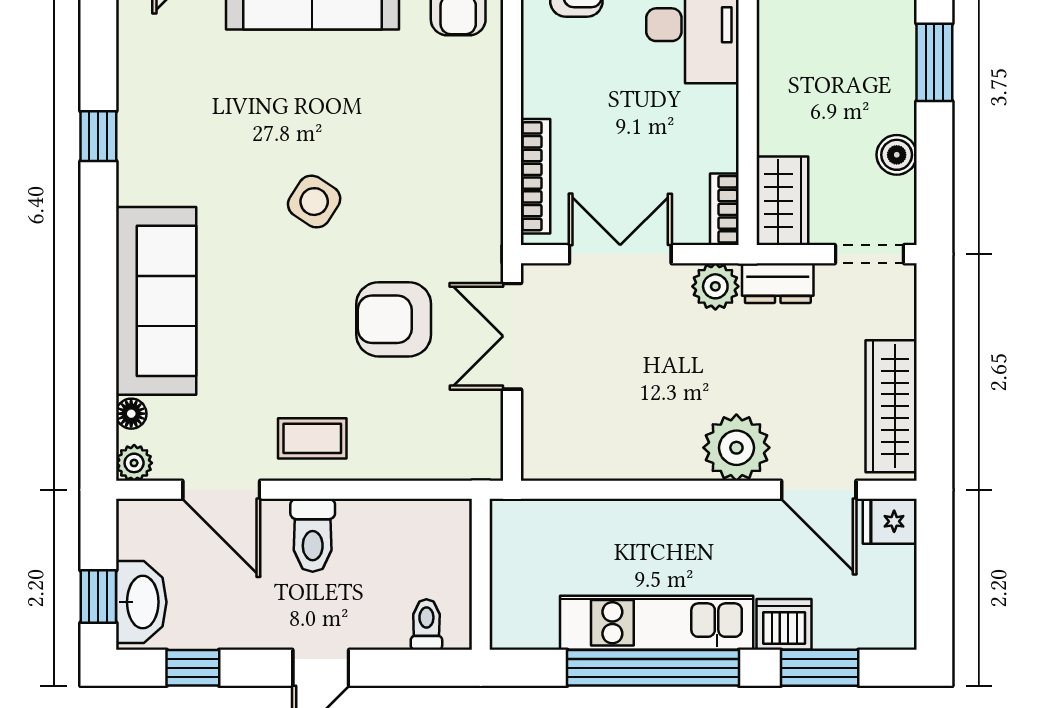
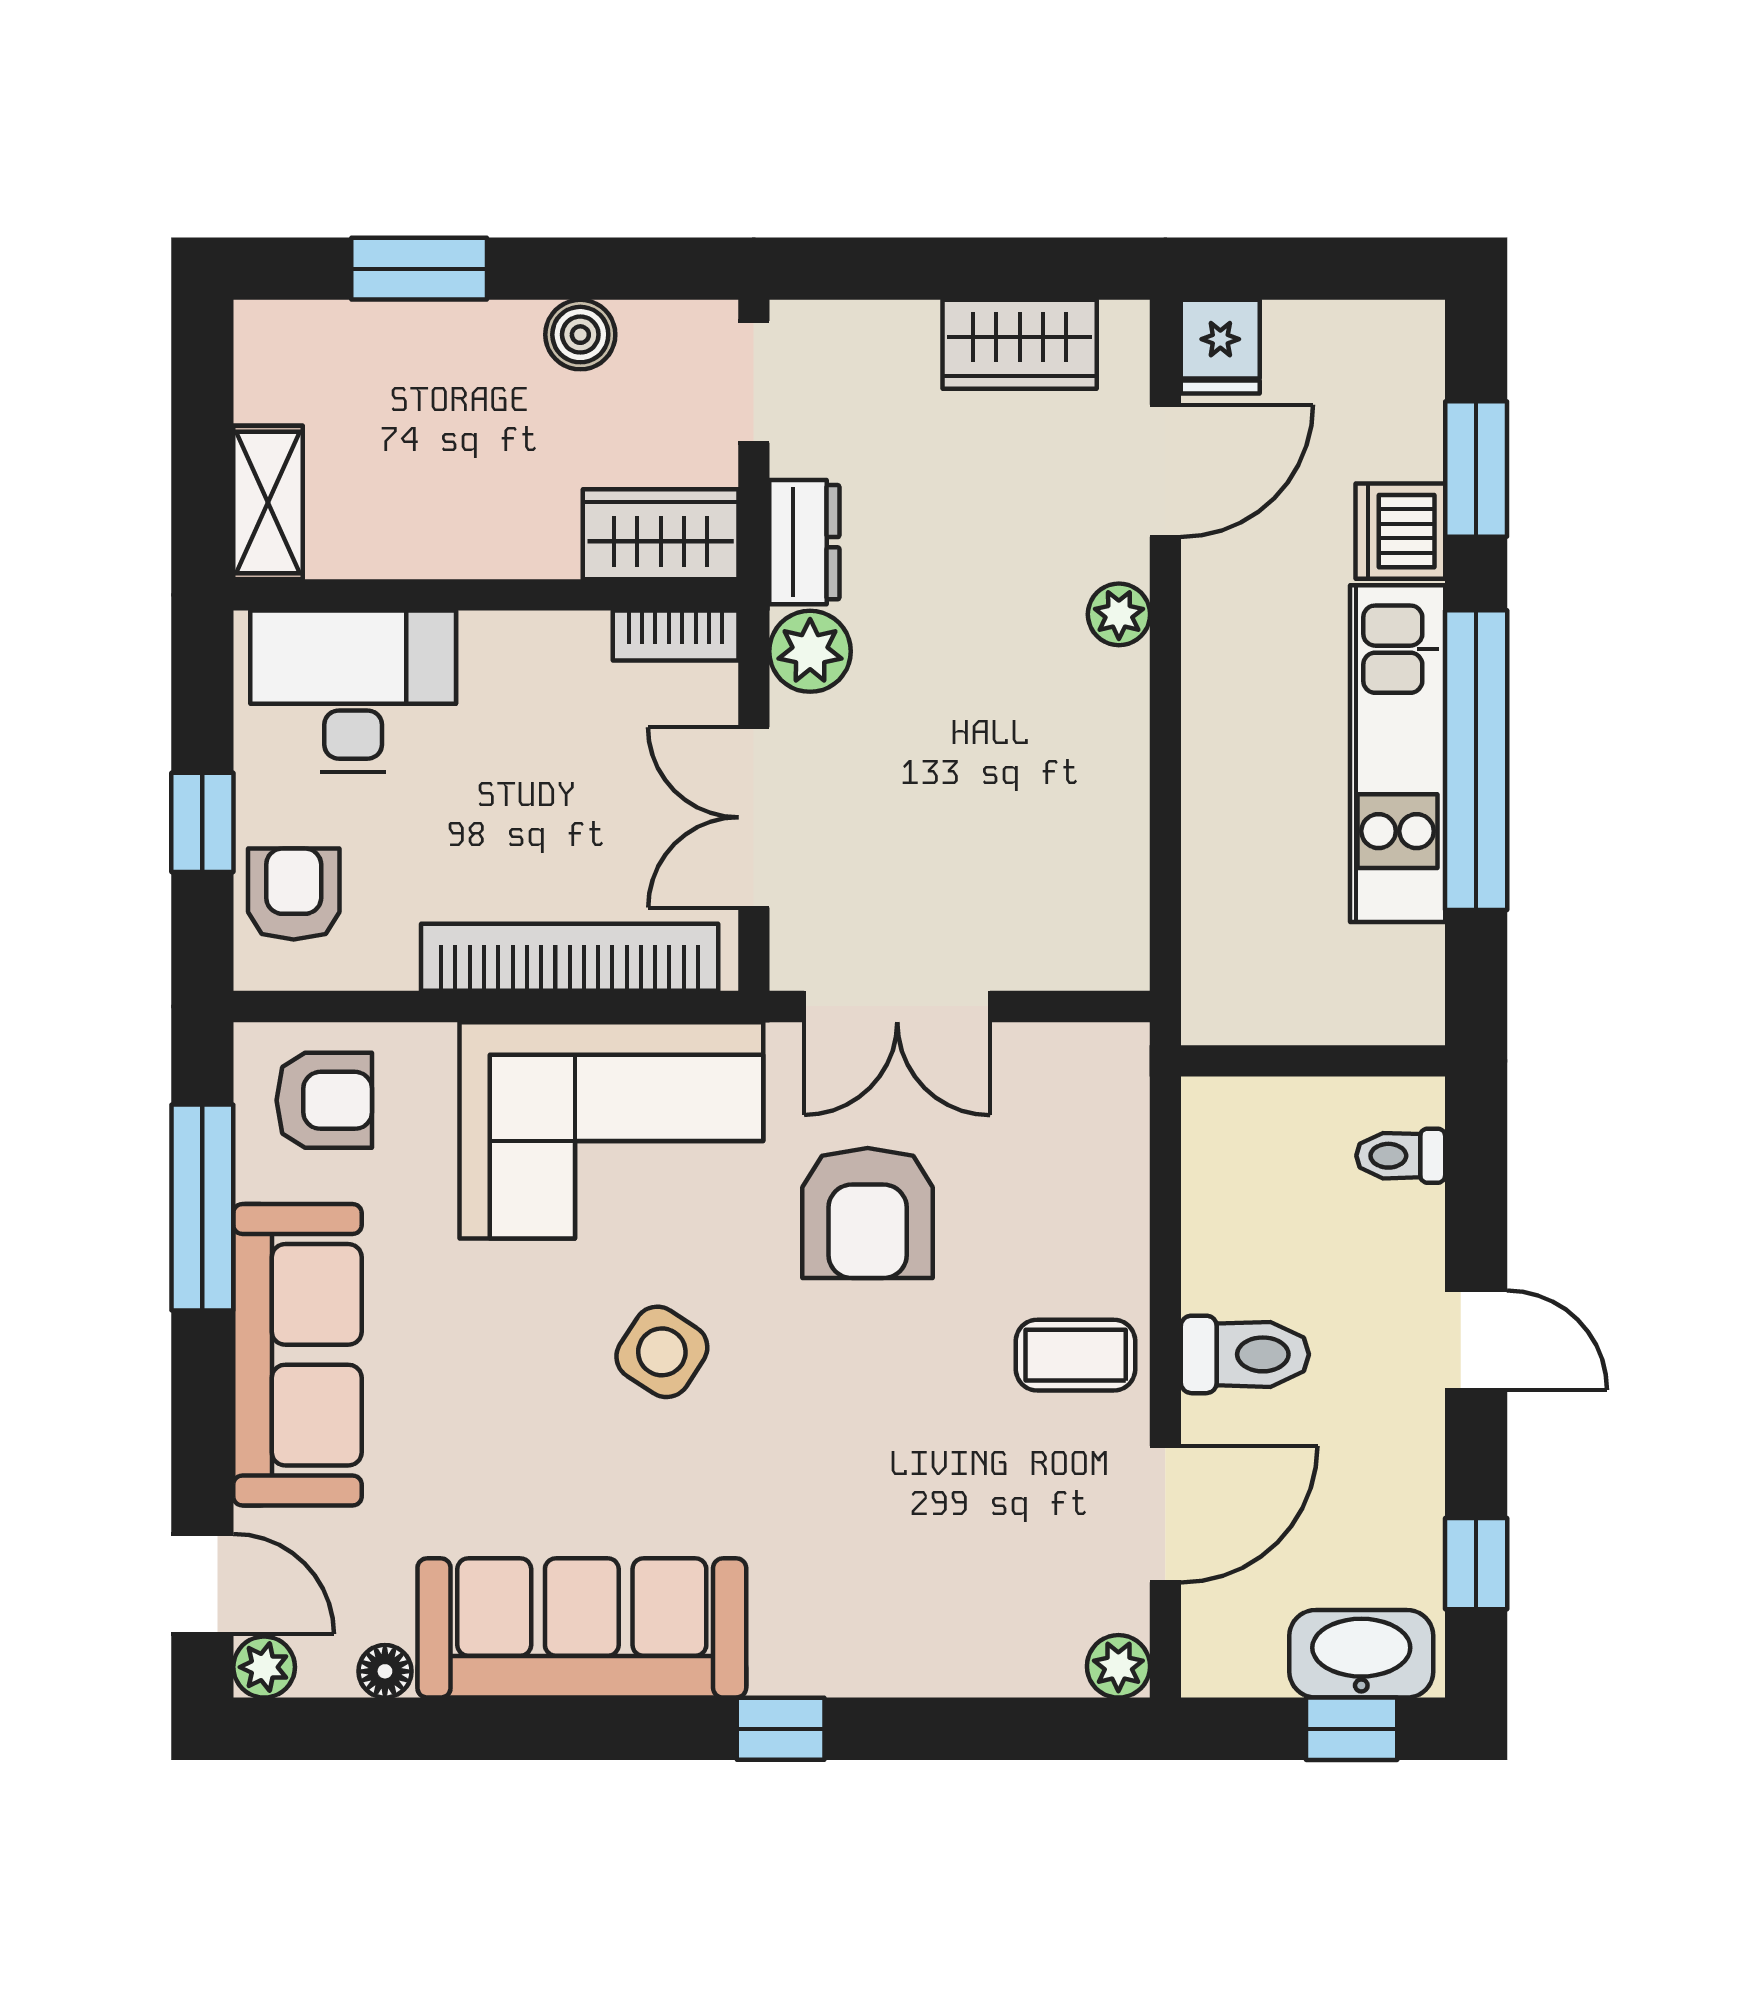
window: (98, 136) -> (781, 1729), moved
corner sofa: (441, 173) -> (611, 1130), added
bookcase: (536, 176) -> (570, 957), width x1.48, depth x1.31
sofa: (156, 301) -> (582, 1628), moved
wardrobe: (891, 406) -> (1020, 344), width x0.67
floor lamp: (131, 414) -> (385, 1671), moved
coffee table: (312, 438) -> (1076, 1355), turned 90
plant: (736, 448) -> (1119, 614), width x0.53, depth x0.53

